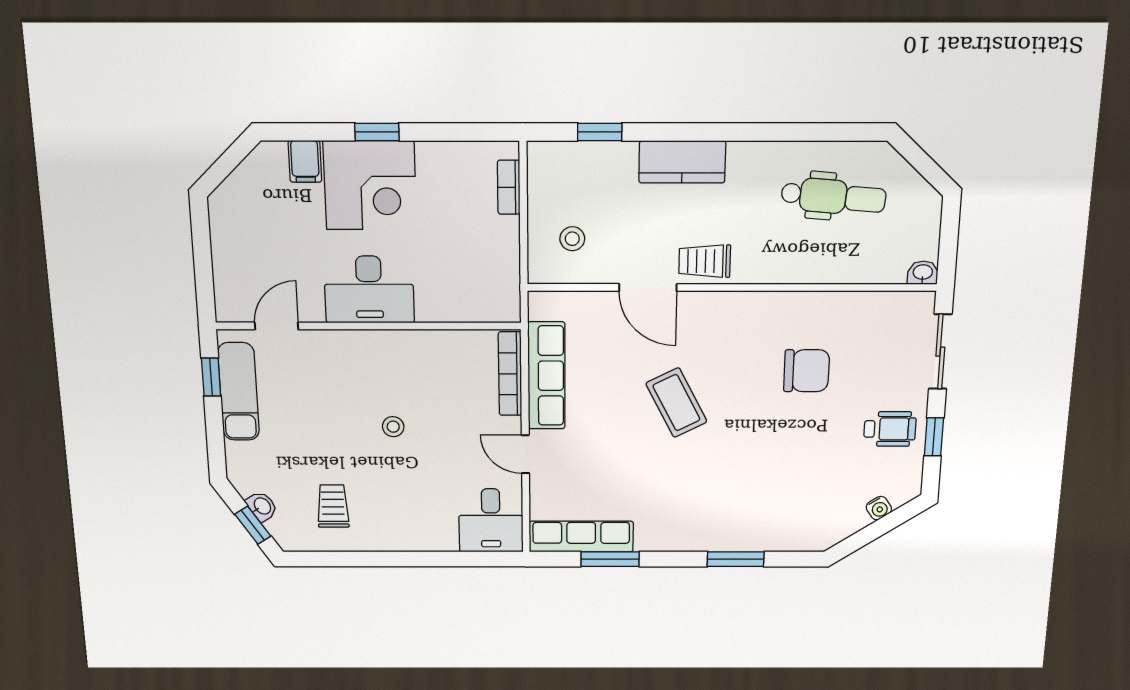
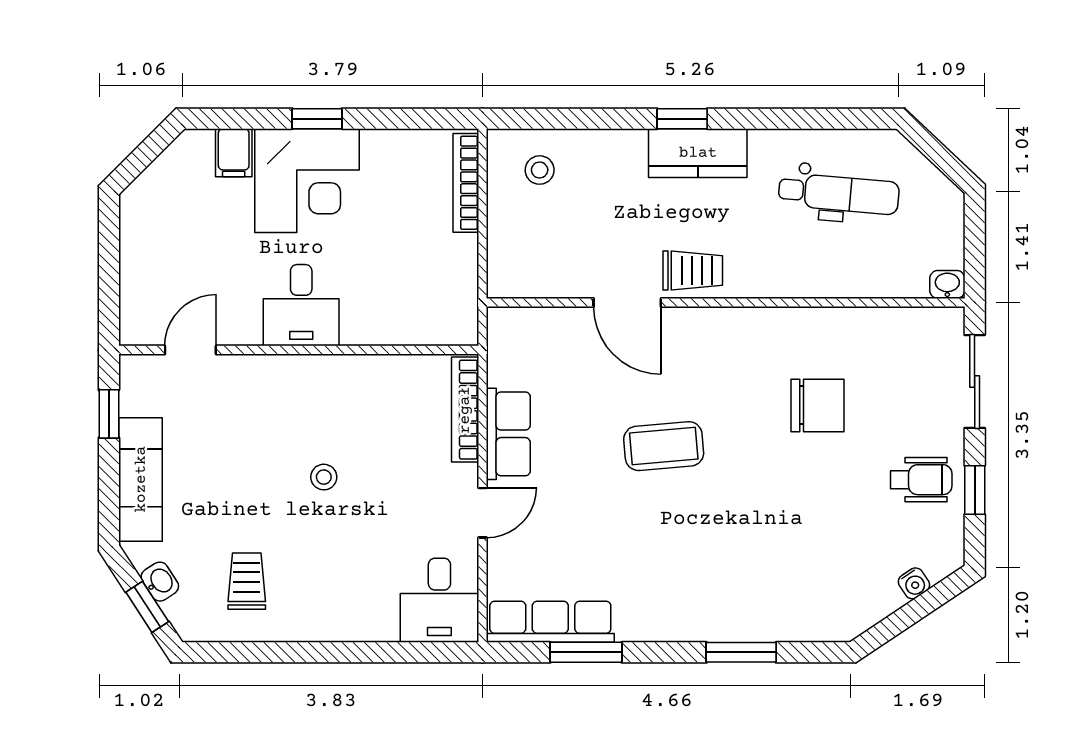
window: (600, 132) -> (682, 119), moved
kitchen counter: (682, 162) -> (698, 153), moved
bookcase: (509, 187) -> (466, 183), width x1.56
stool: (572, 239) -> (540, 170), moved
trolley: (705, 261) -> (693, 270), turned 180
desk: (369, 290) -> (301, 305), width x0.73
row of seats: (546, 376) -> (508, 434), width x0.68
exam couch: (239, 392) -> (141, 479), moved
coffee table: (676, 403) -> (664, 446), turned -68
door: (525, 454) -> (483, 513), swing flipped

